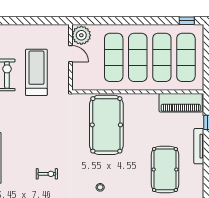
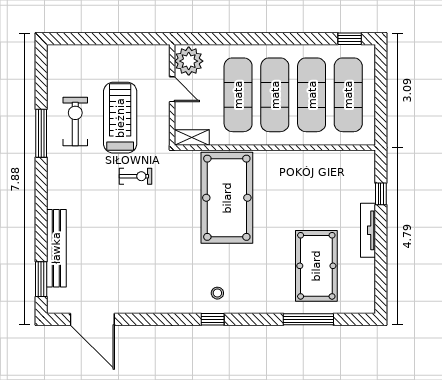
shelving: (83, 85) -> (192, 138), added
piano: (181, 103) -> (340, 164), removed
exercise bike: (47, 174) -> (136, 176), moved

